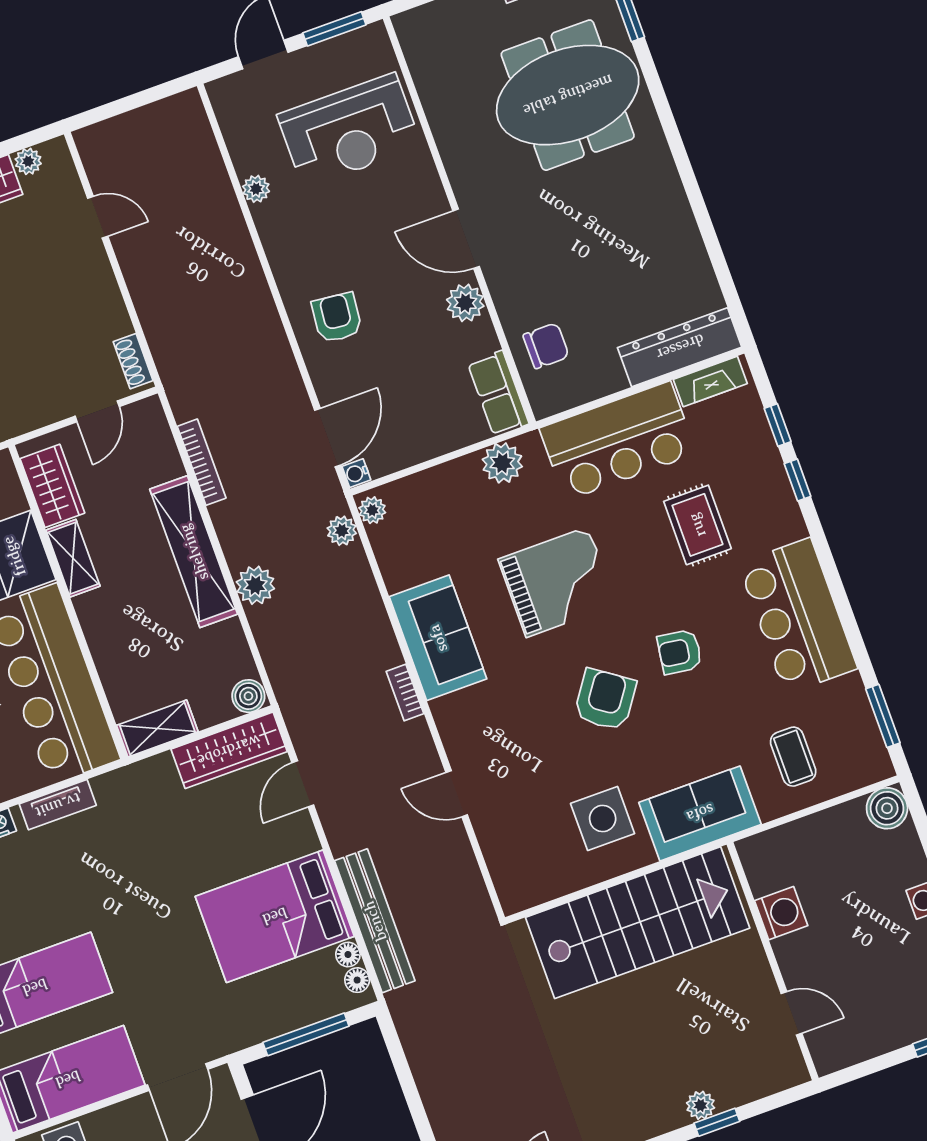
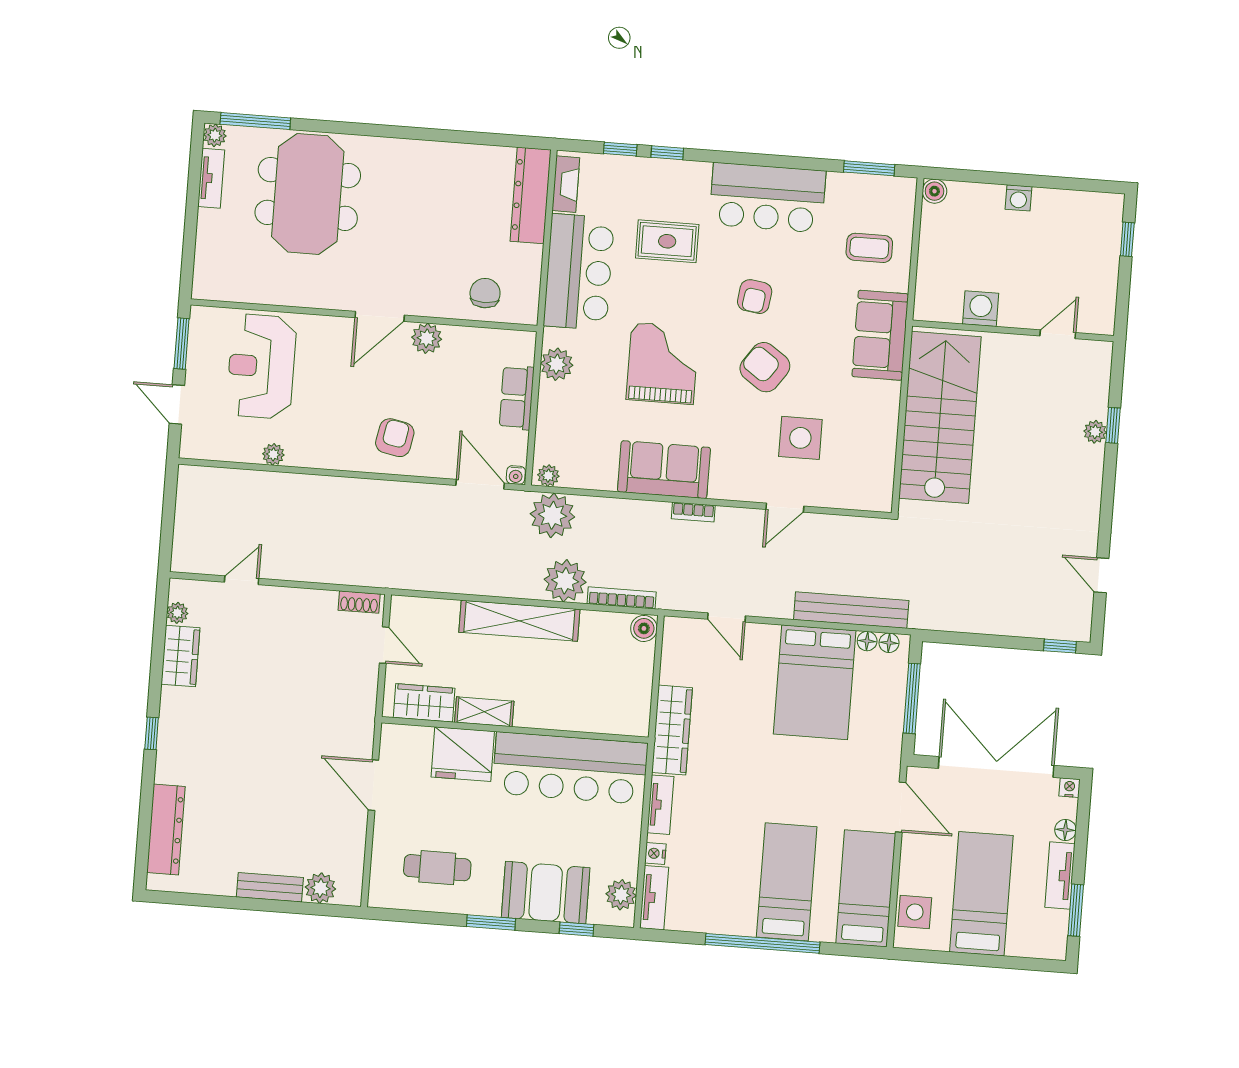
reception desk: (349, 131) -> (261, 366), turned 180
armchair: (337, 318) -> (395, 438), turned 95
row of seats: (498, 393) -> (517, 398), moved, turned 90
bookcase: (202, 462) -> (622, 598), moved
plant: (342, 531) -> (552, 515), width x1.87, depth x1.87
plant: (255, 585) -> (565, 581), width x1.36, depth x1.36
shelving: (157, 729) -> (637, 706), removed
wardrobe: (229, 750) -> (672, 730), moved
boiler: (887, 808) -> (934, 191), width x0.73, depth x0.73
side table: (603, 818) -> (800, 438), moved

